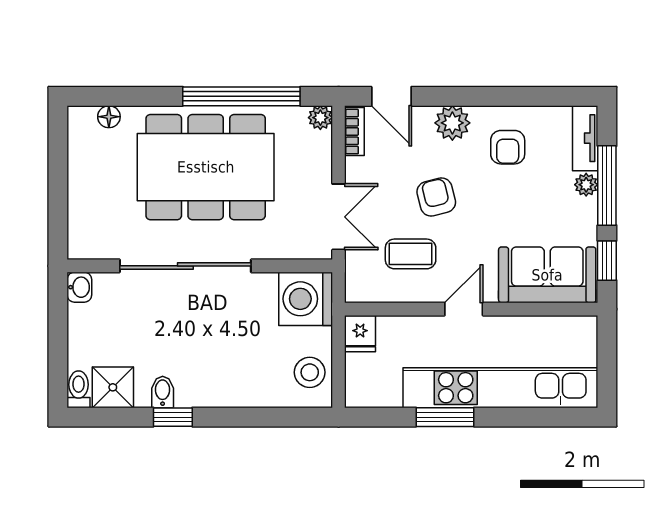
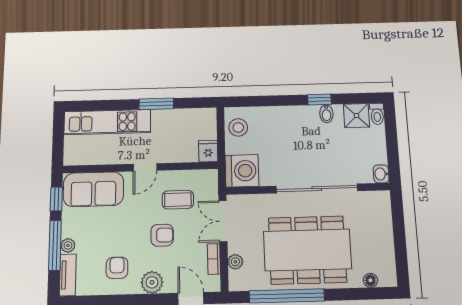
plant: (320, 118) -> (235, 262), moved
bookcase: (354, 132) -> (214, 259), moved
armchair: (436, 197) -> (162, 235), turned -76
kitchen unit: (500, 388) -> (107, 122), width x0.73

